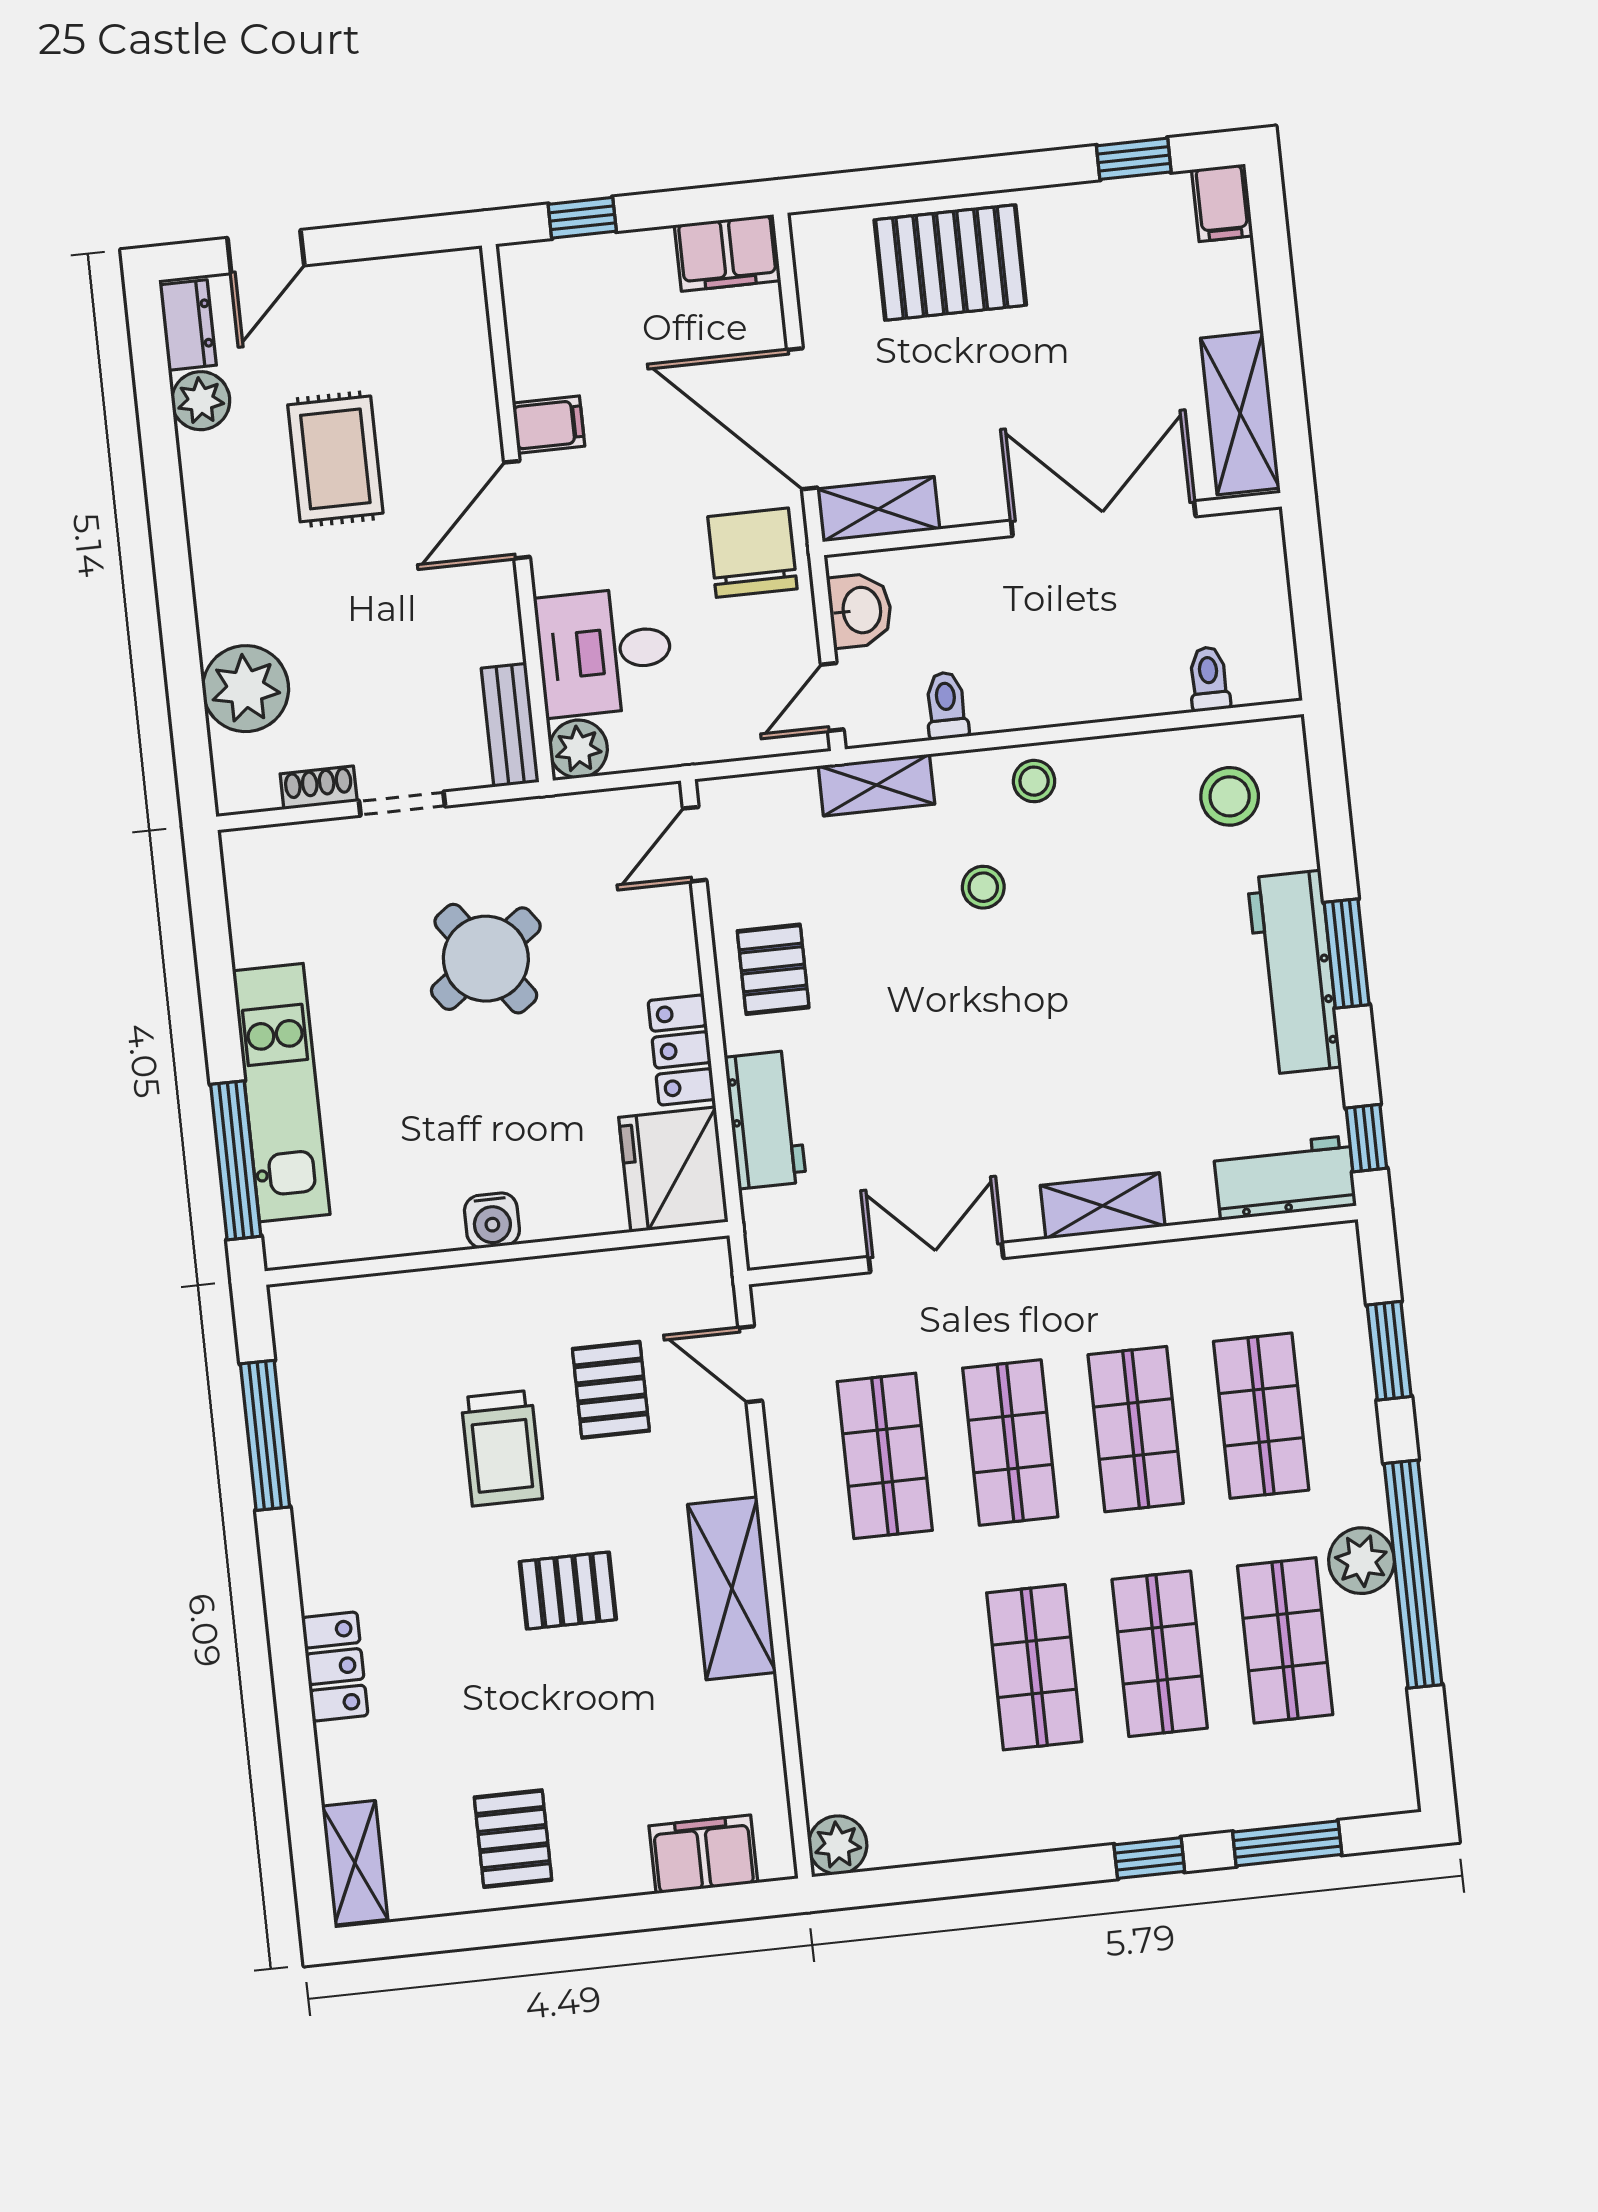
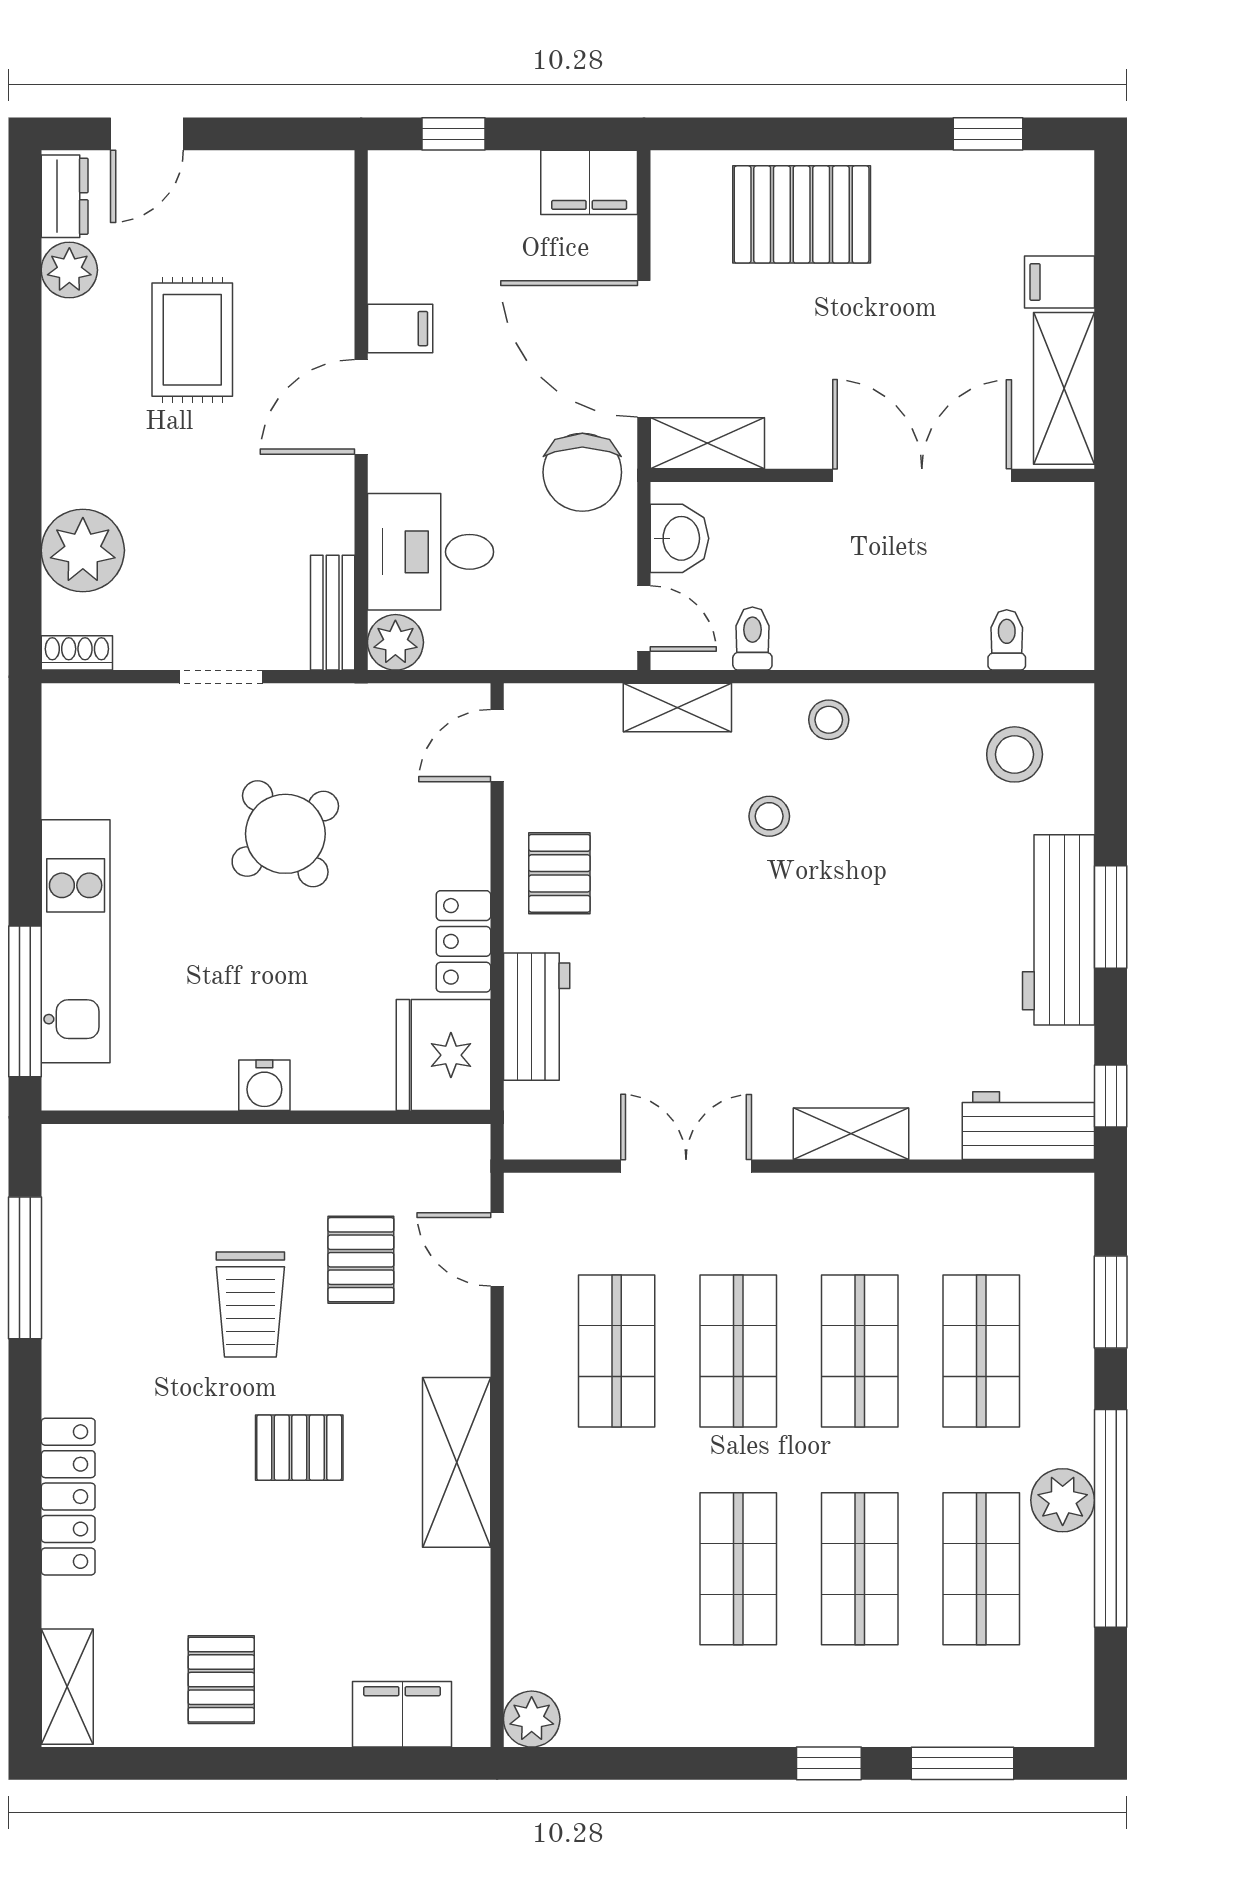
filing cabinet: (1222, 203) -> (1059, 282), moved, turned 90
chair: (752, 553) -> (582, 472), turned 180
door: (832, 697) -> (644, 619), swing flipped
shoe rack: (319, 788) -> (77, 653), moved
locker: (335, 1667) -> (68, 1497), width x1.53

